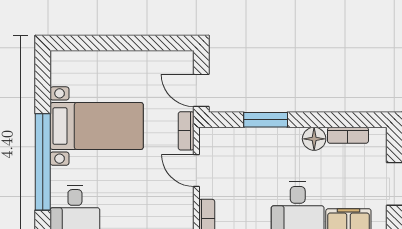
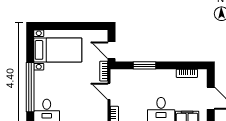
bed with nightstands: (97, 126) -> (58, 50), moved
floor lamp: (314, 139) -> (169, 75), removed

